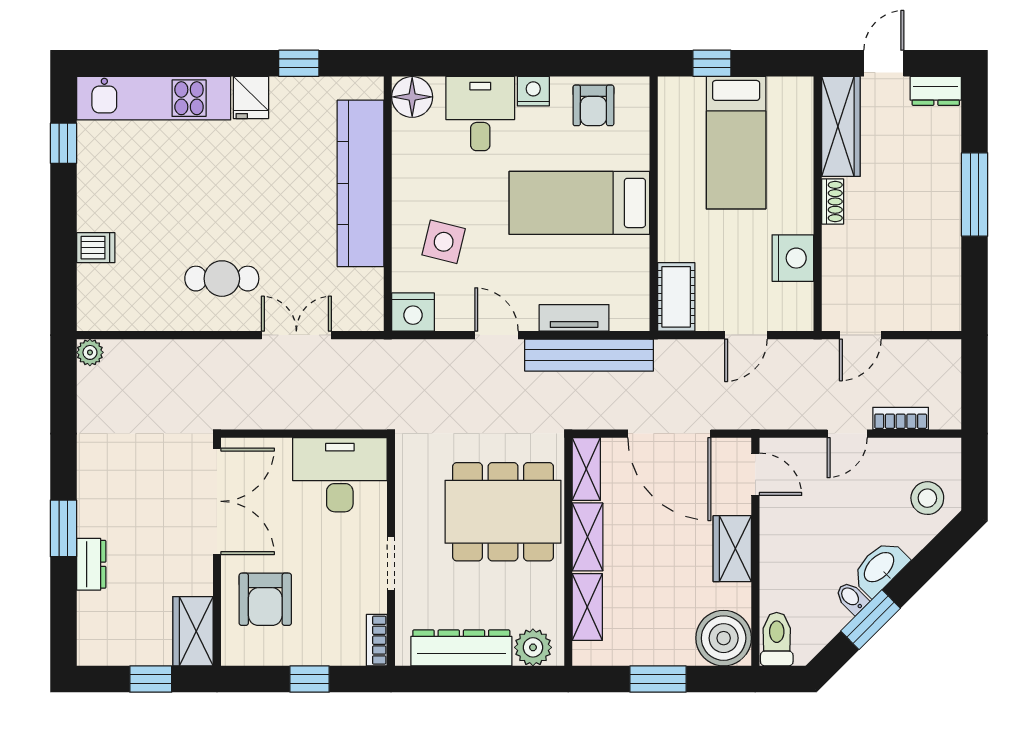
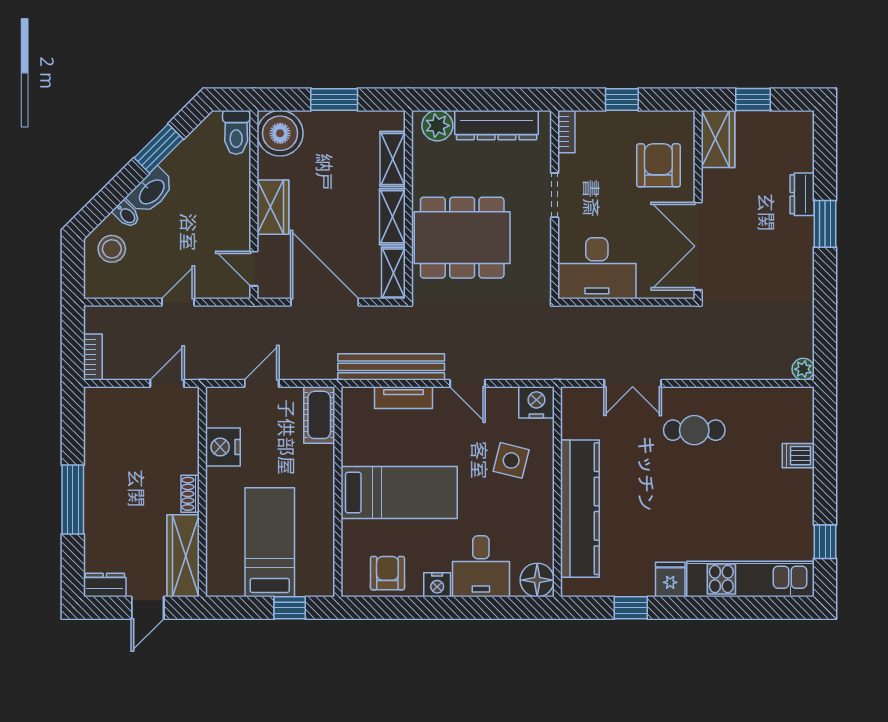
bookcase: (901, 419) -> (93, 357), moved, turned -90
bidet: (852, 598) -> (126, 214), moved

